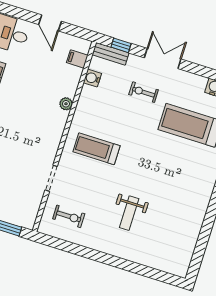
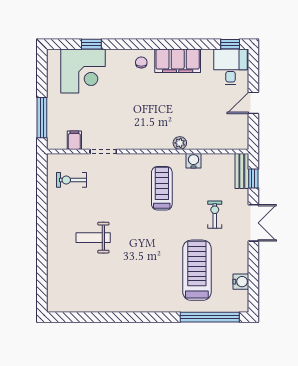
filing cabinet: (77, 59) -> (74, 140), moved
water cooler: (92, 78) -> (194, 161), moved
treadmill: (97, 149) -> (162, 188), moved
exercise bike: (69, 216) -> (72, 180), turned 90

